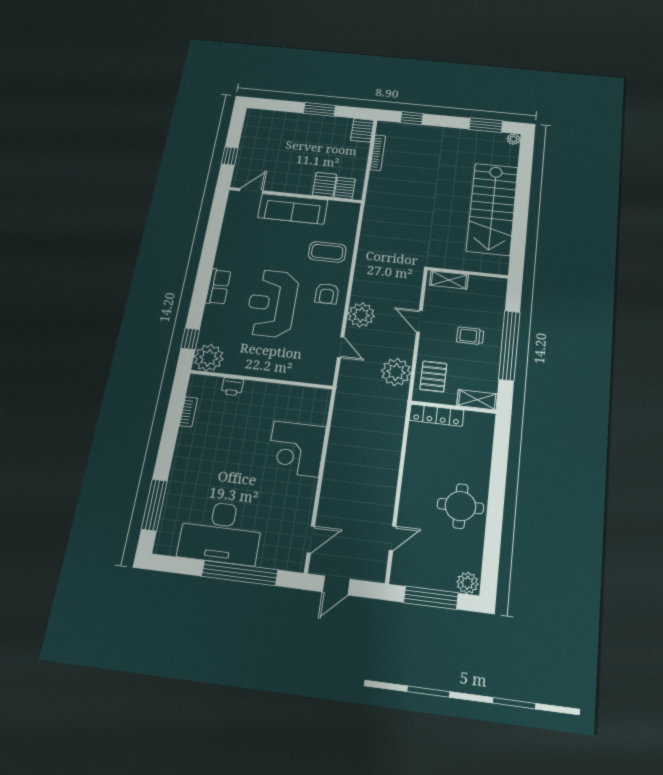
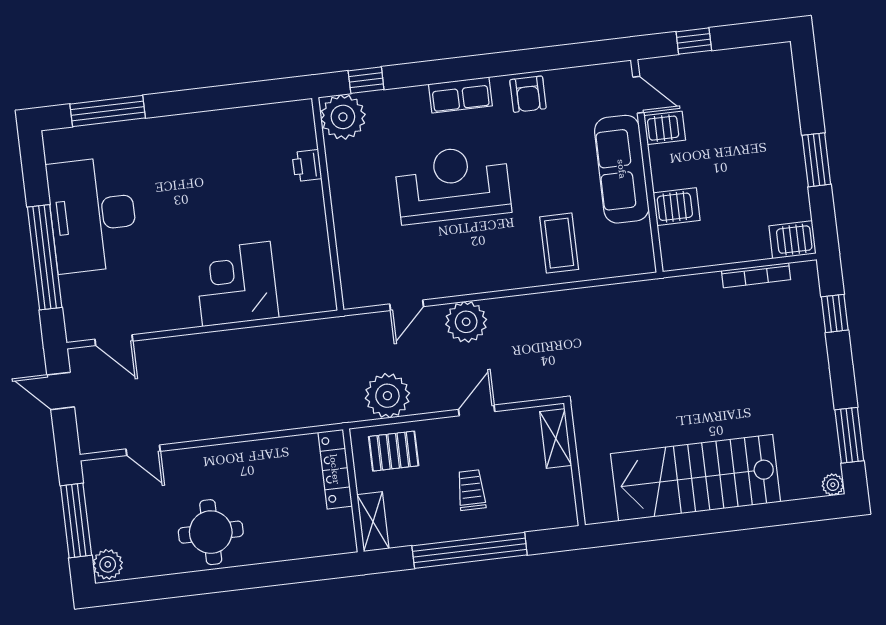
server rack: (345, 188) -> (665, 128), moved
armchair: (327, 294) -> (528, 94), moved, turned -90
bookcase: (188, 412) -> (253, 114), removed

